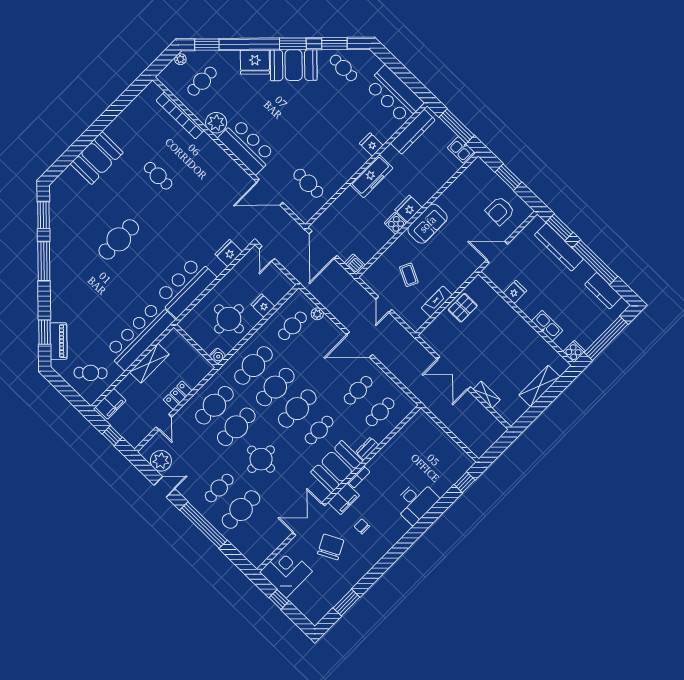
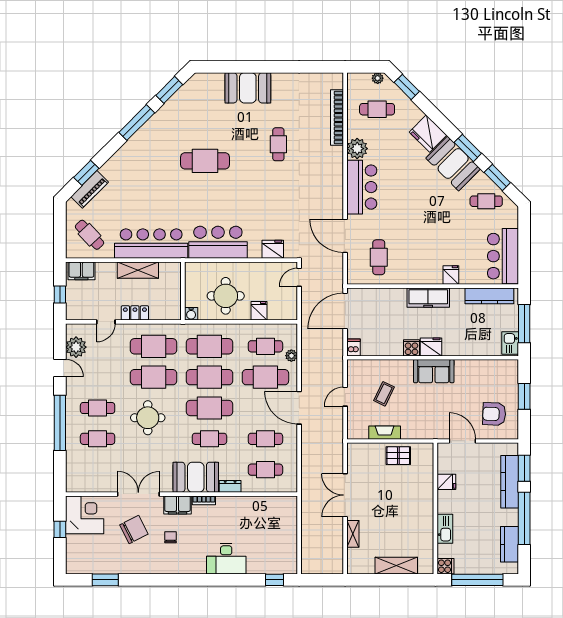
cafe table: (343, 68) -> (486, 201), turned 90
cafe table: (314, 347) -> (265, 377), added
cafe table: (241, 509) -> (98, 439), width x0.73, depth x0.74

